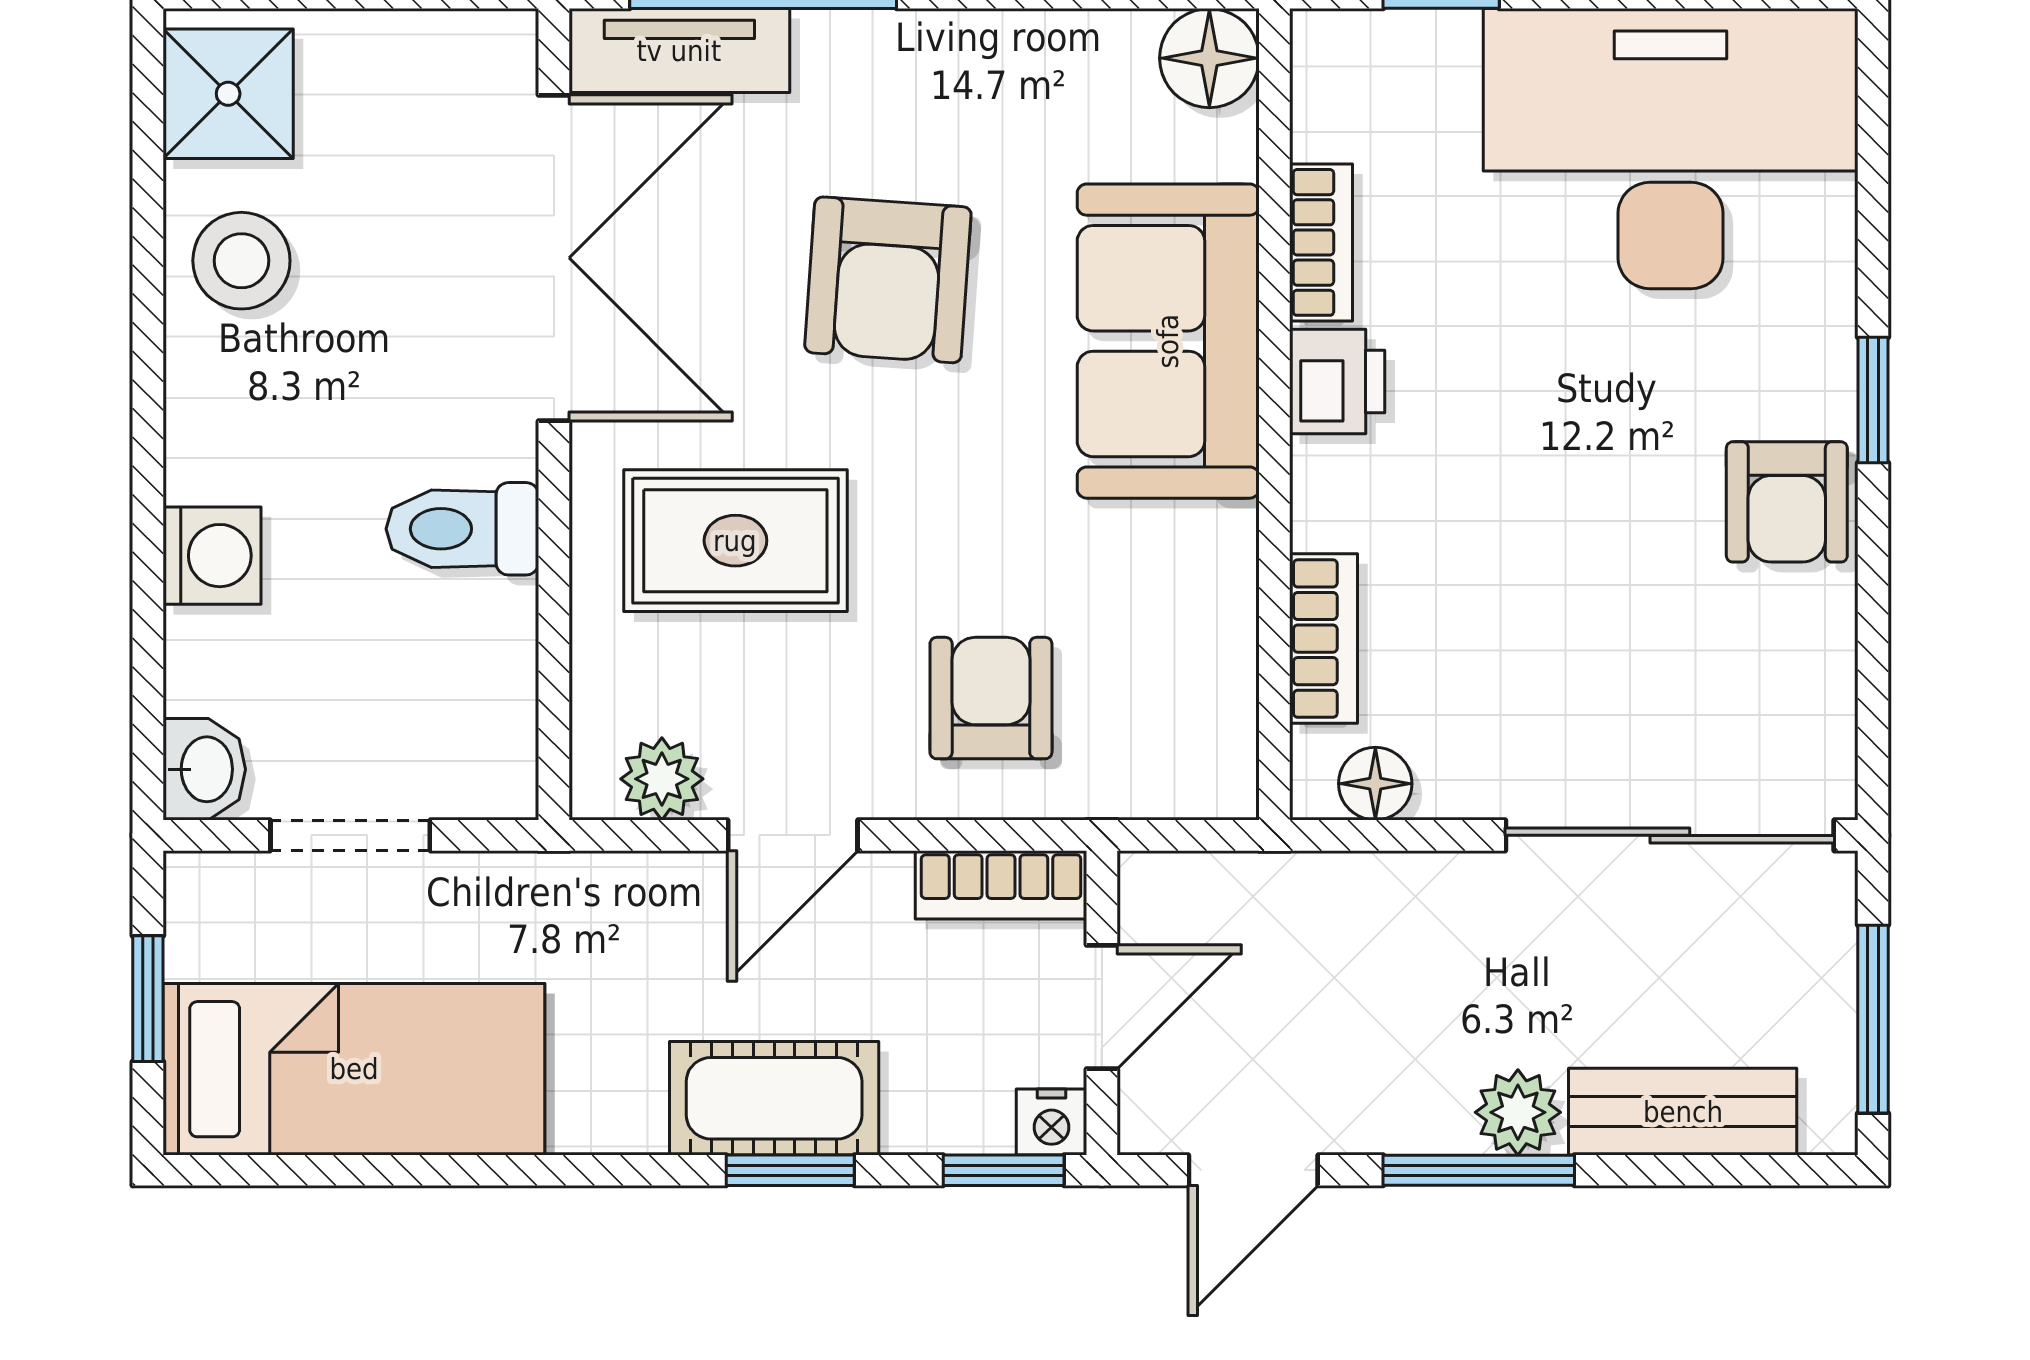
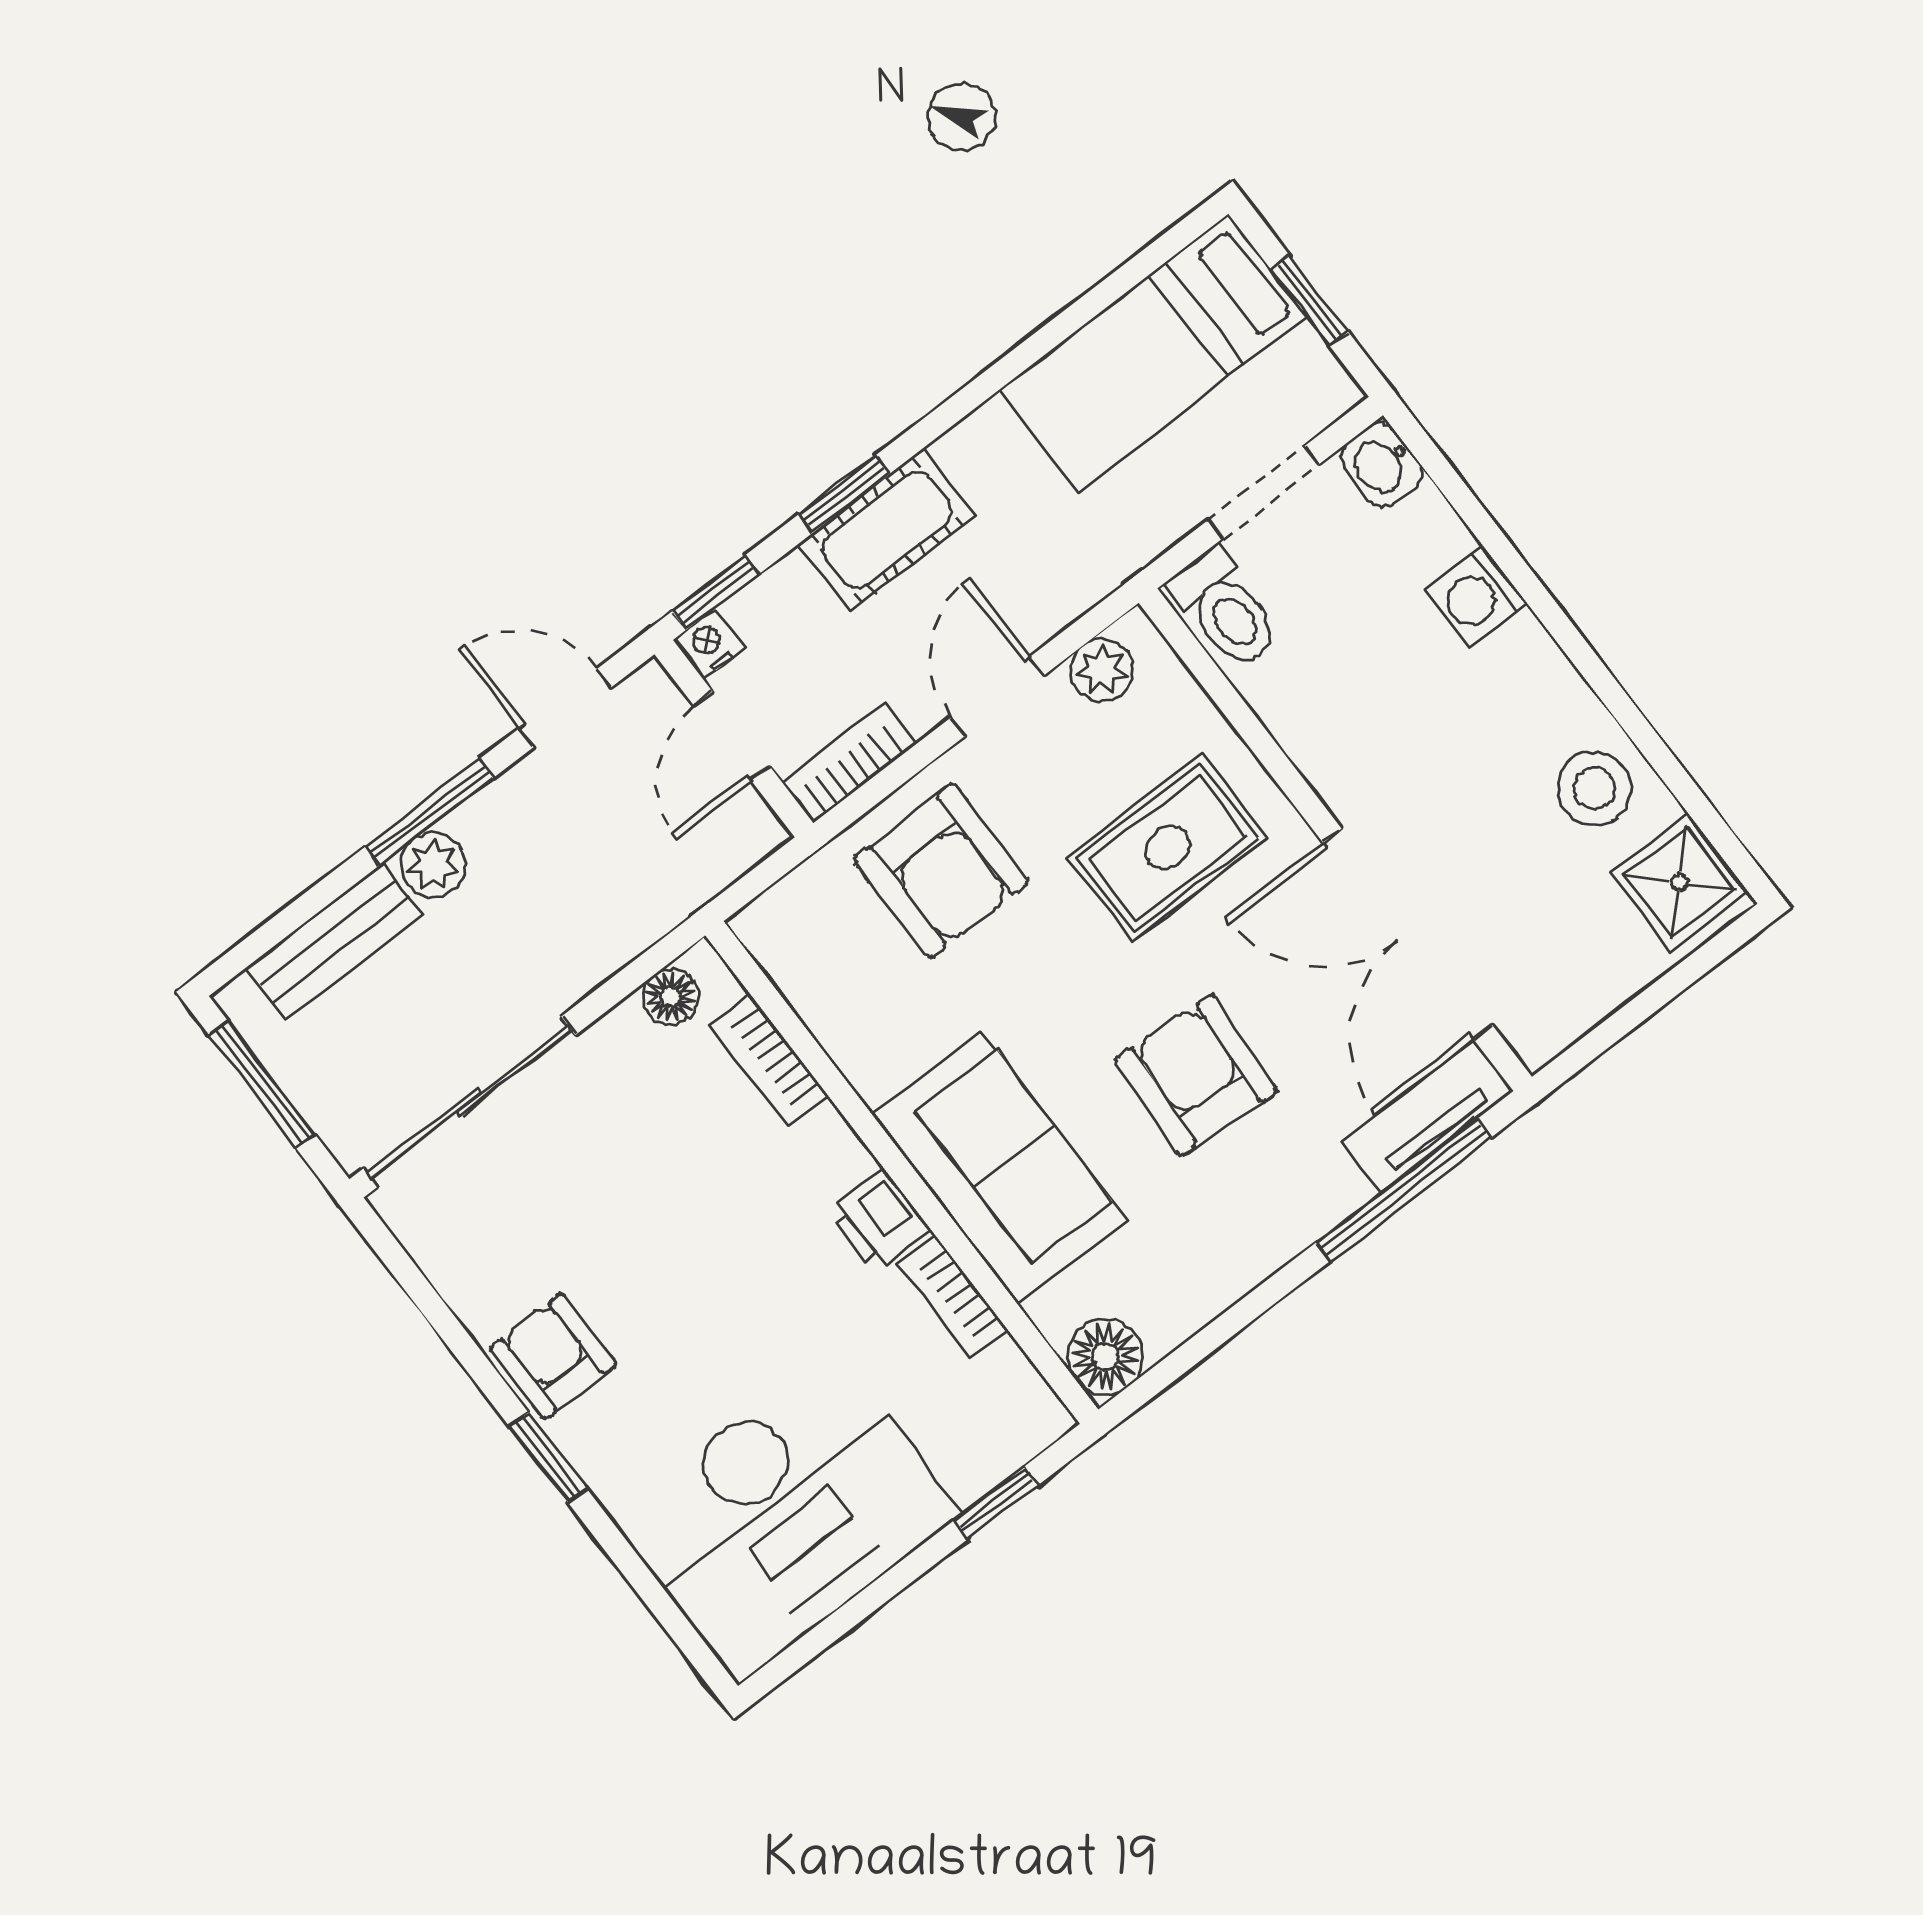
toilet: (462, 529) -> (1225, 609), moved, turned 90
armchair: (991, 698) -> (941, 871), width x1.38, depth x1.38
door: (1253, 1170) -> (565, 708), hinge flipped

